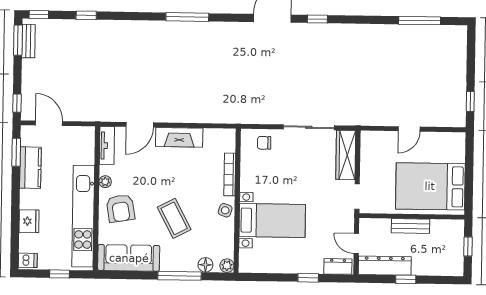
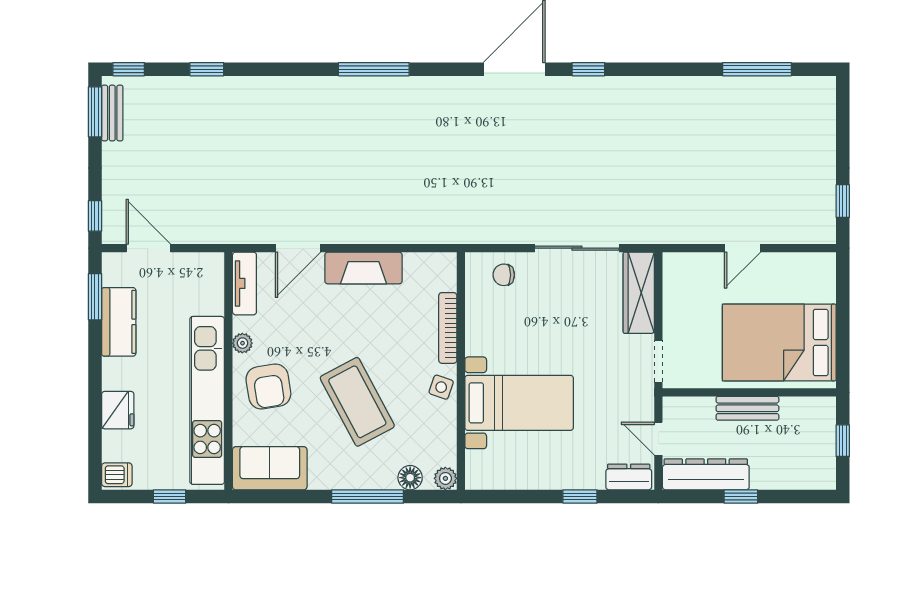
coffee table: (174, 218) -> (357, 402), width x1.36, depth x1.32
sofa: (129, 258) -> (270, 468), width x0.73

